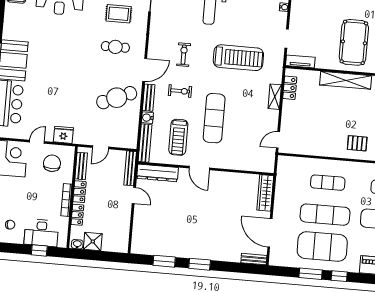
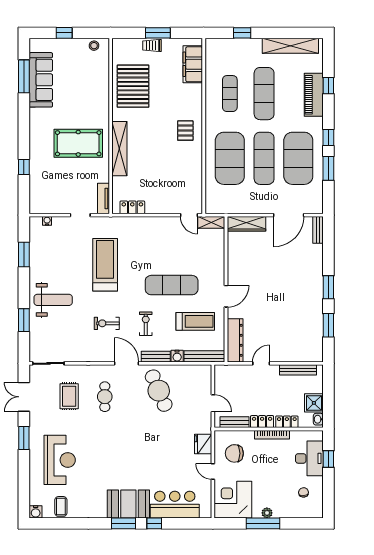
shelving: (275, 97) -> (211, 222), moved
bench: (130, 168) -> (298, 370), moved
exercise mat: (328, 183) -> (230, 158), width x2.00, depth x1.45

